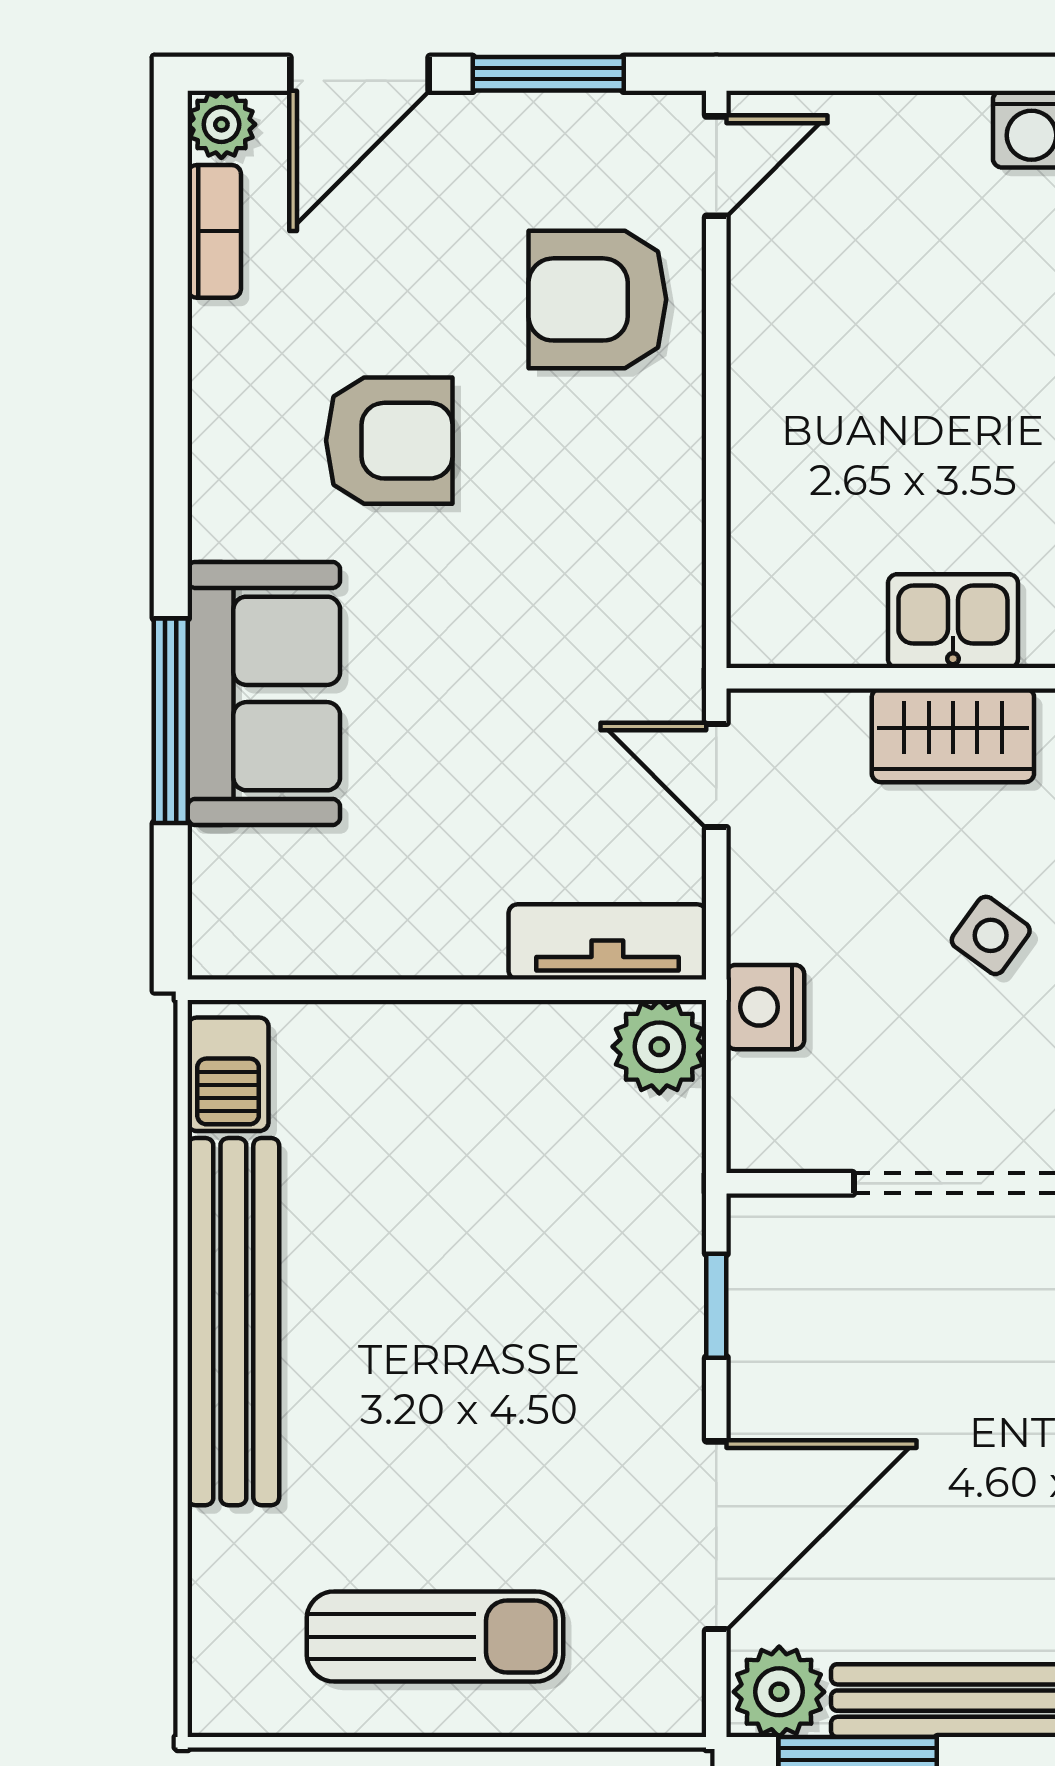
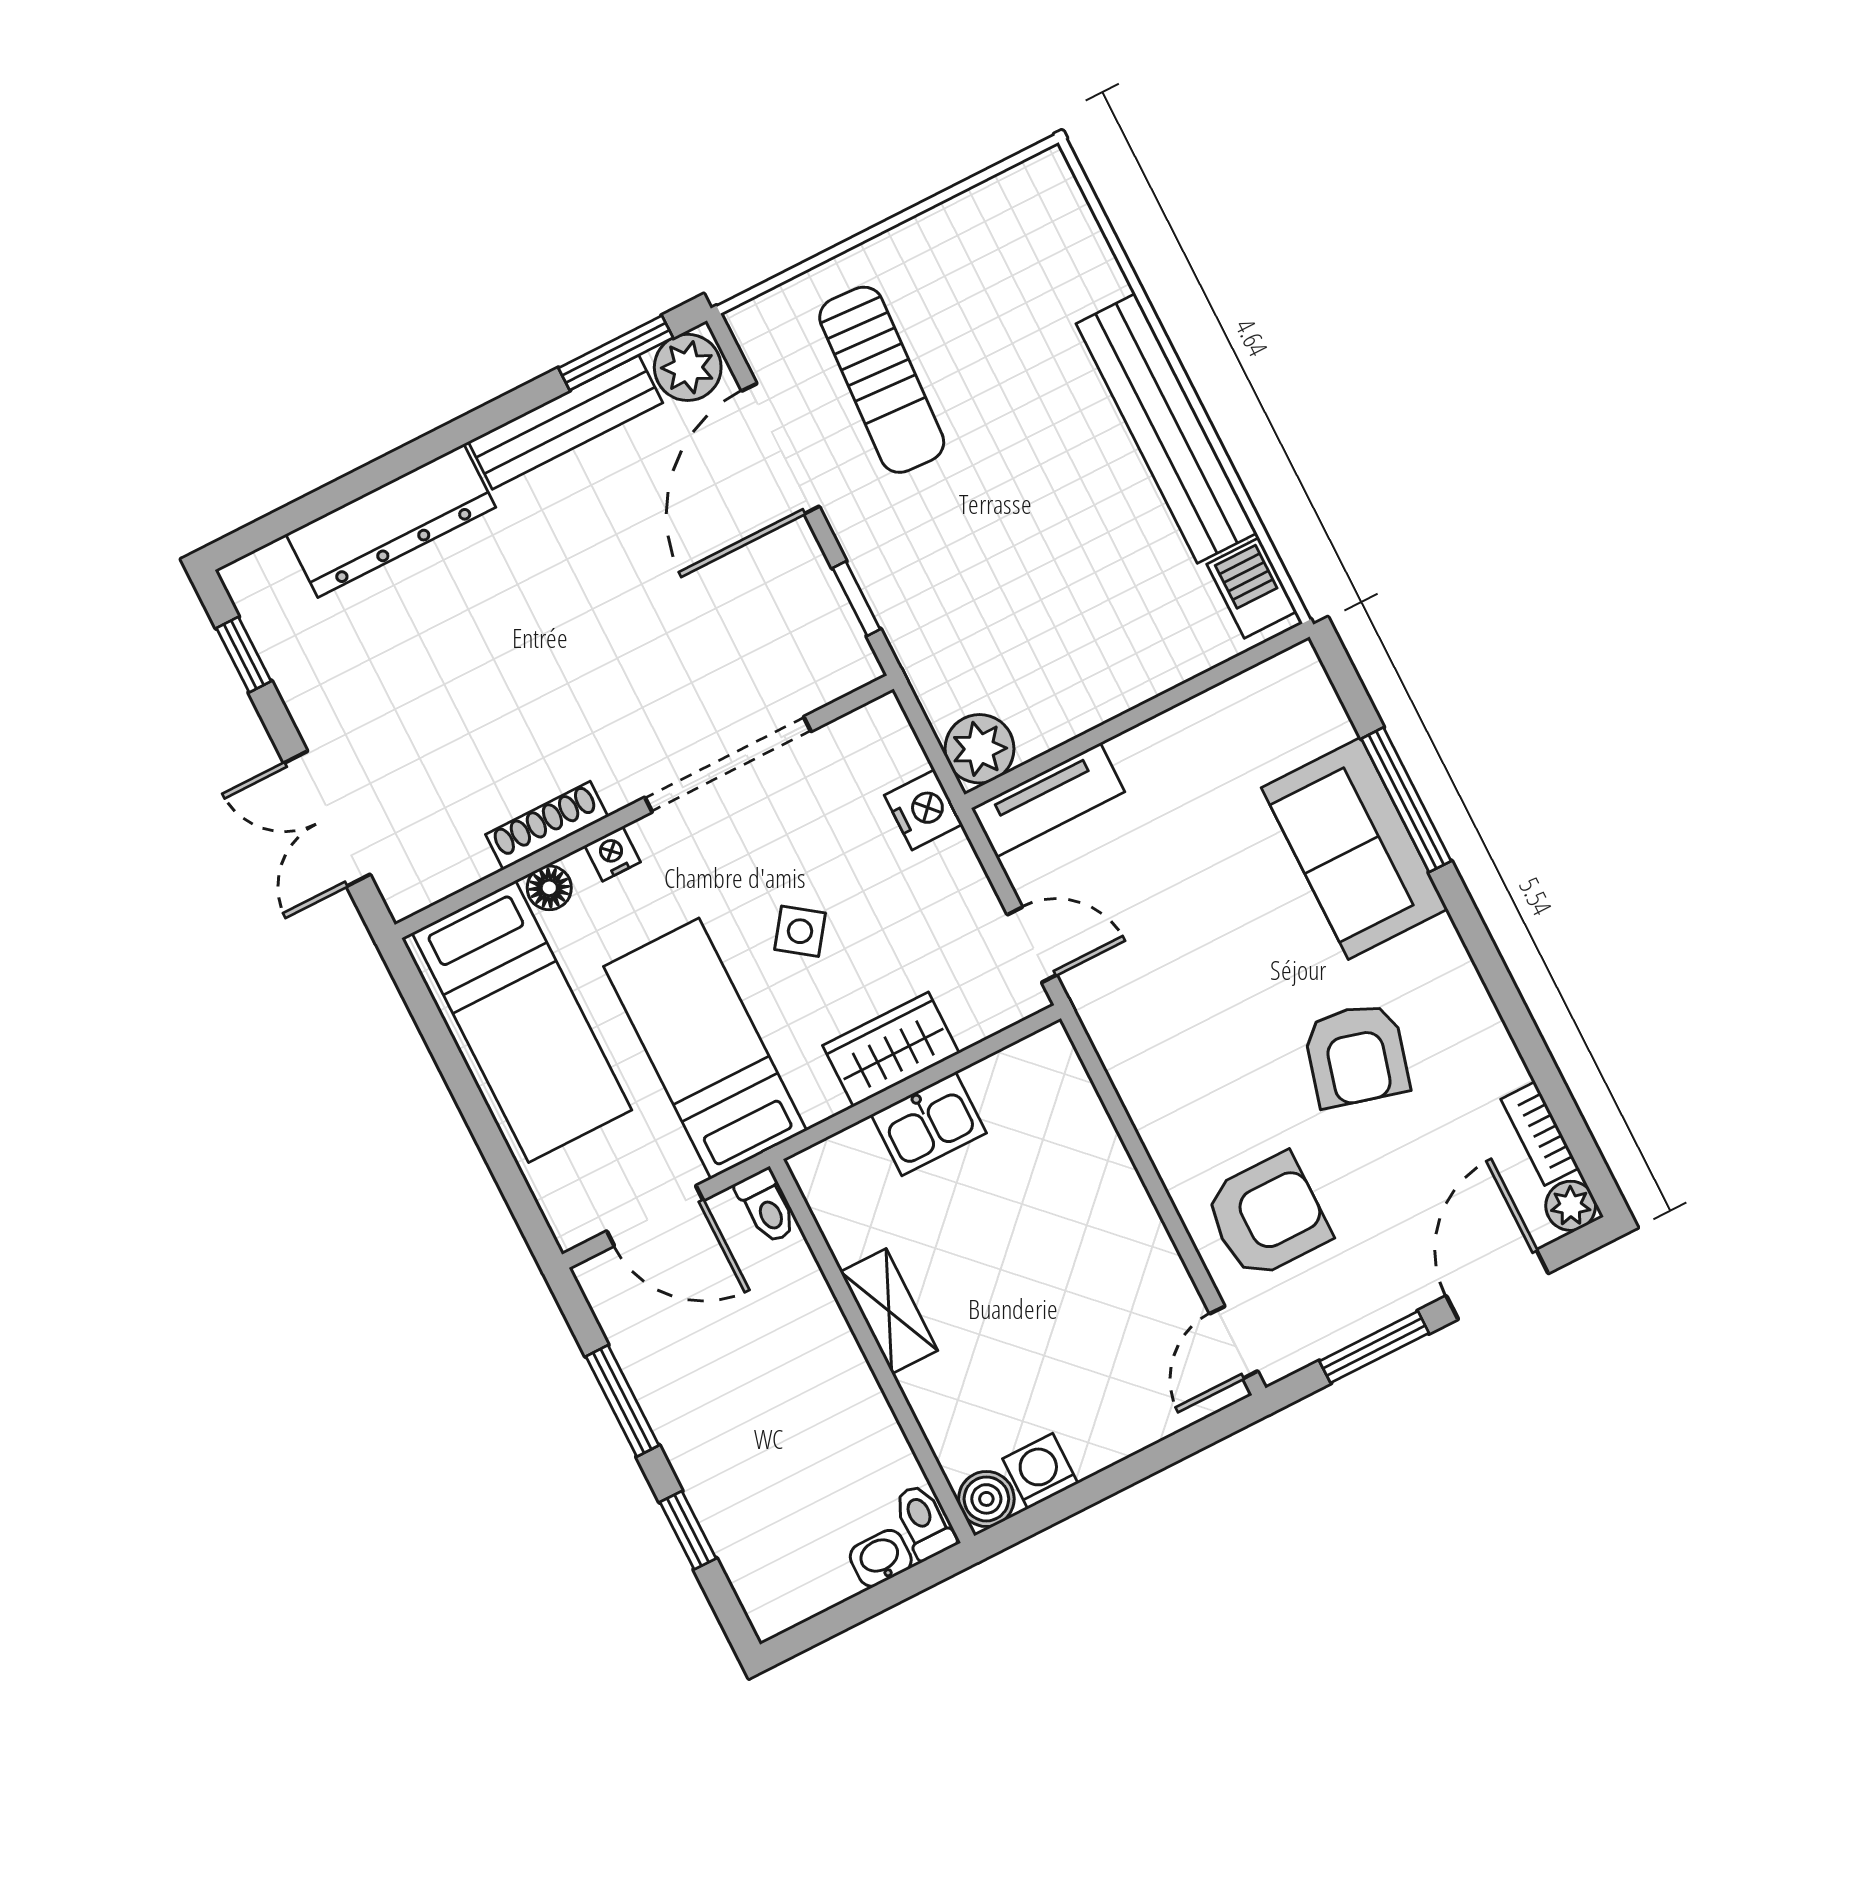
armchair: (389, 441) -> (1356, 1055), turned -75
sun lounger: (435, 1637) -> (882, 380), moved, turned -87

